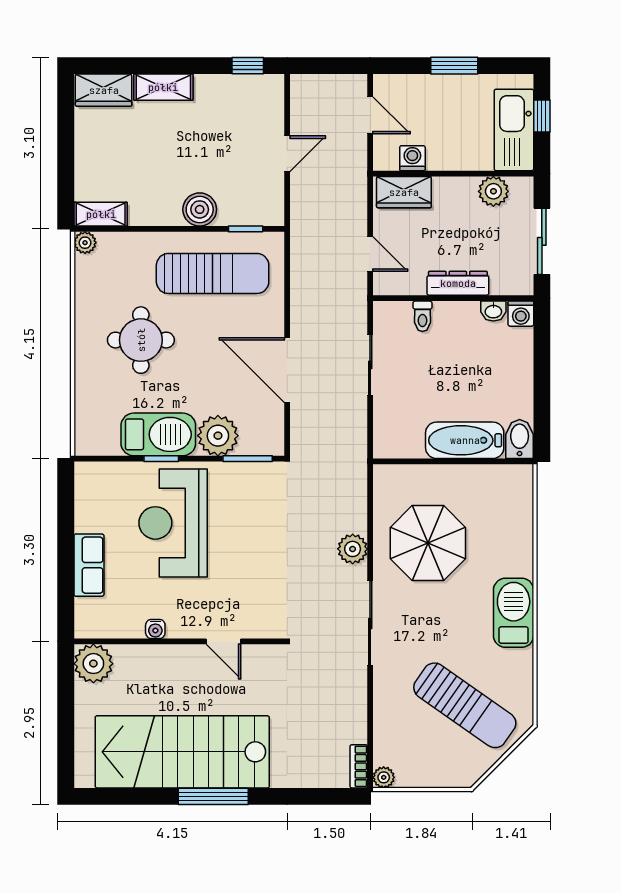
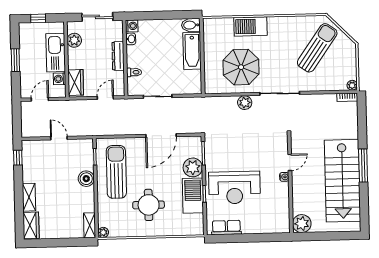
kitchen sink: (514, 130) -> (56, 53), moved, turned 90
row of seats: (89, 565) -> (226, 228), moved
barbecue: (514, 613) -> (250, 26), moved
water cooler: (155, 629) -> (284, 177), moved

